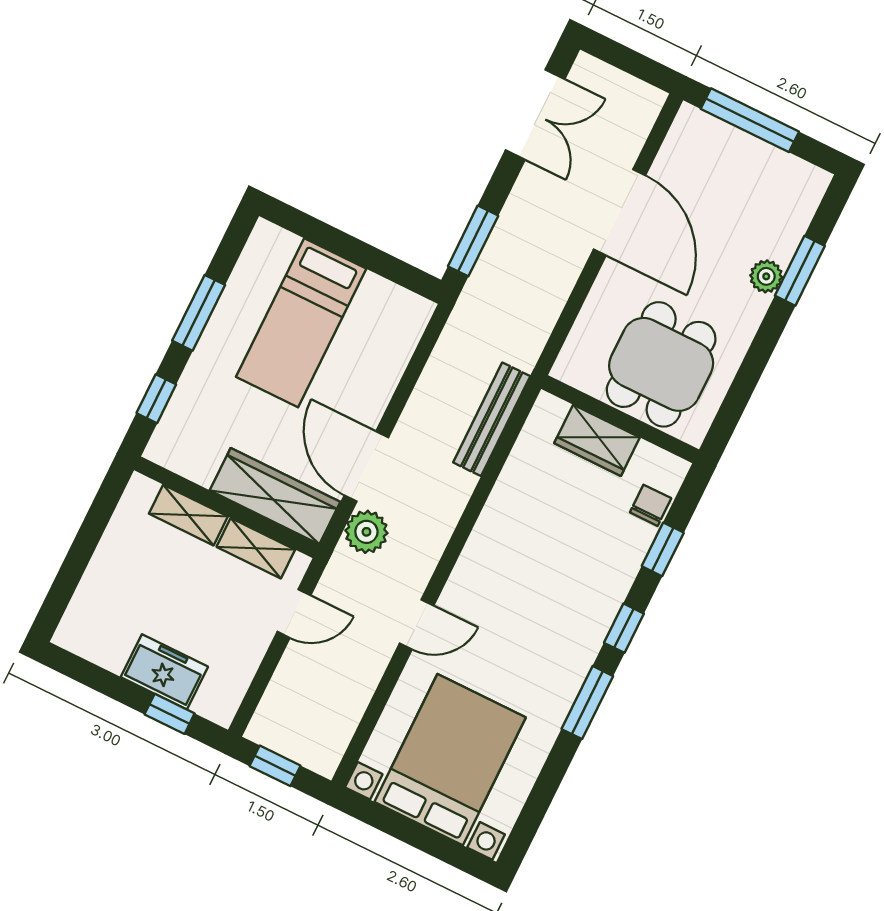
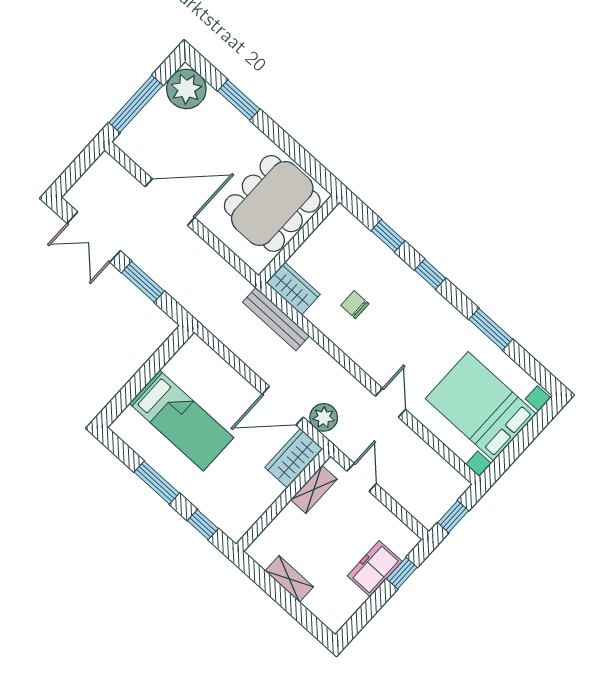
double door: (535, 115) -> (94, 237), swing flipped
window: (473, 241) -> (143, 282), moved
plant: (766, 276) -> (186, 89), moved, width x1.88, depth x1.88
dining table: (661, 364) -> (272, 203), width x1.38
wardrobe: (597, 440) -> (293, 289), moved, turned -90
wardrobe: (275, 496) -> (294, 458), width x0.67
chair: (651, 505) -> (355, 305), moved
shelving: (188, 515) -> (289, 579), moved, turned 90
window: (587, 703) -> (491, 329), moved

